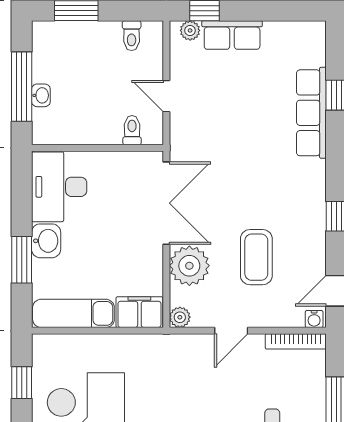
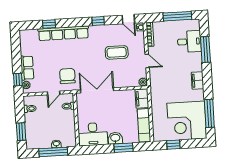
row of seats: (311, 113) -> (63, 33), width x1.36
chair: (206, 133) -> (67, 76), added
plant: (189, 266) -> (122, 79), removed

